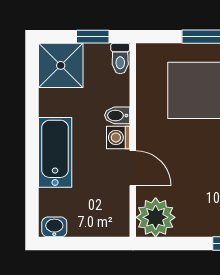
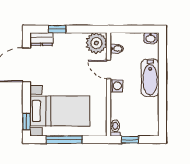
shower: (61, 65) -> (147, 124), removed
bidet: (117, 115) -> (117, 49), moved

